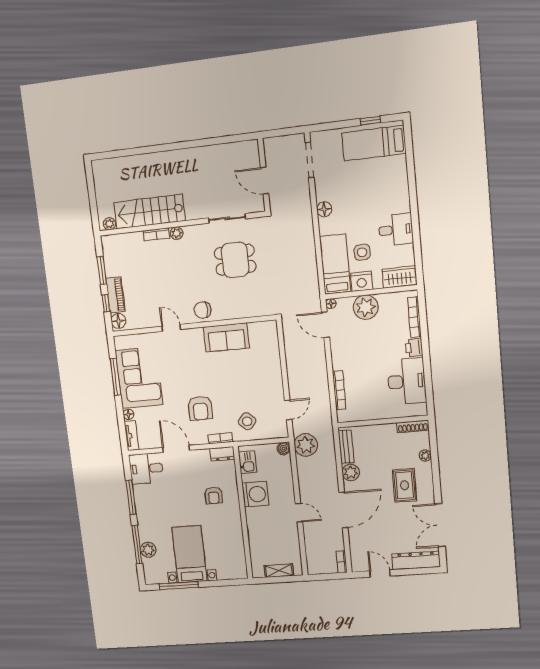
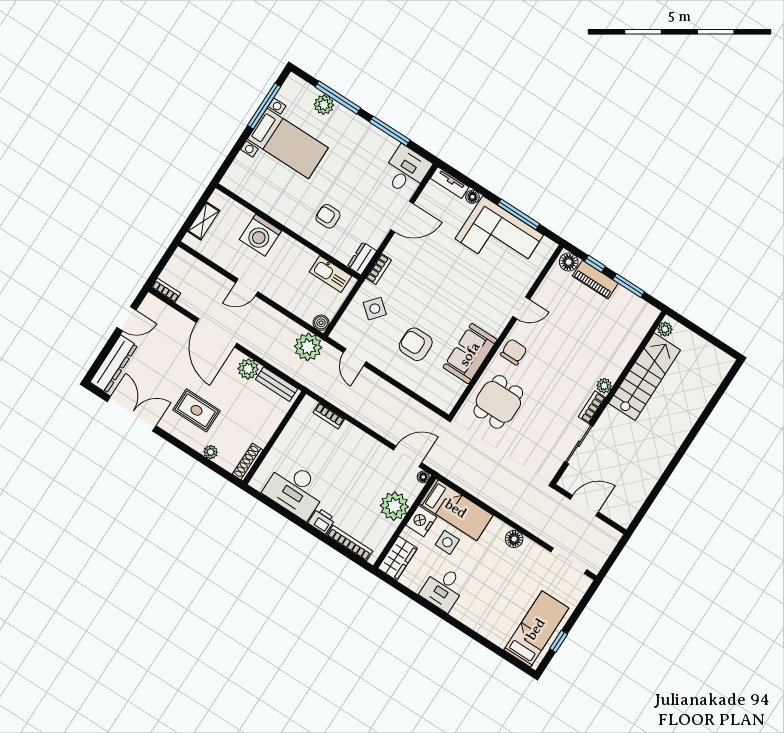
bookcase: (156, 234) -> (592, 407), moved
dining table: (235, 260) -> (498, 402), moved
bookcase: (339, 390) -> (329, 416), width x0.64
armchair: (200, 408) -> (416, 344), moved
kitchen sink: (248, 462) -> (330, 274), width x1.38
washing machine: (255, 494) -> (260, 235), moved

